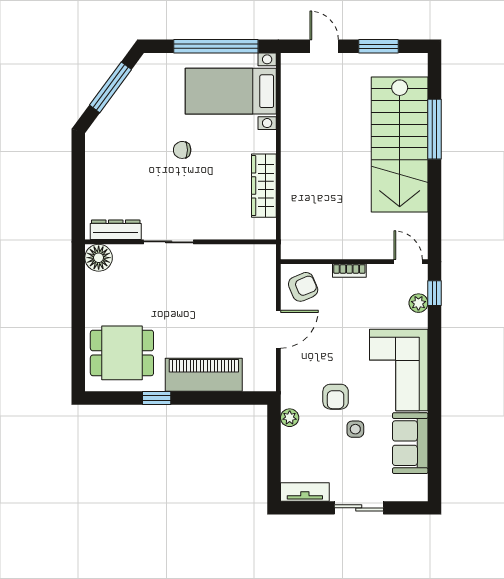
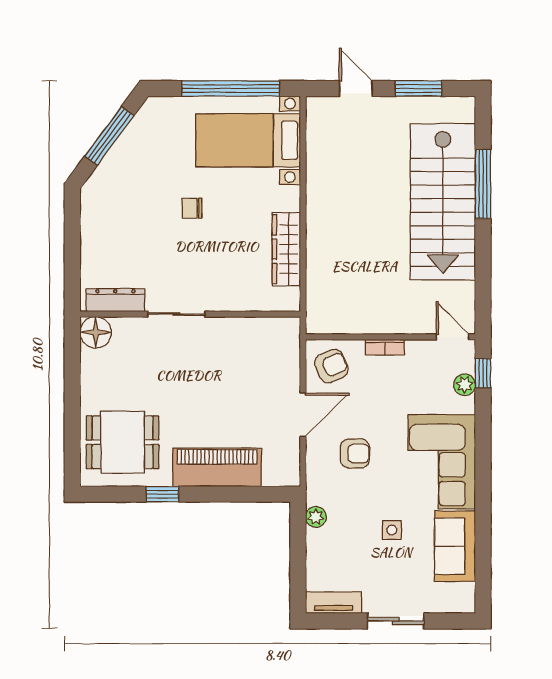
armchair: (336, 397) -> (355, 454), moved, turned -90

